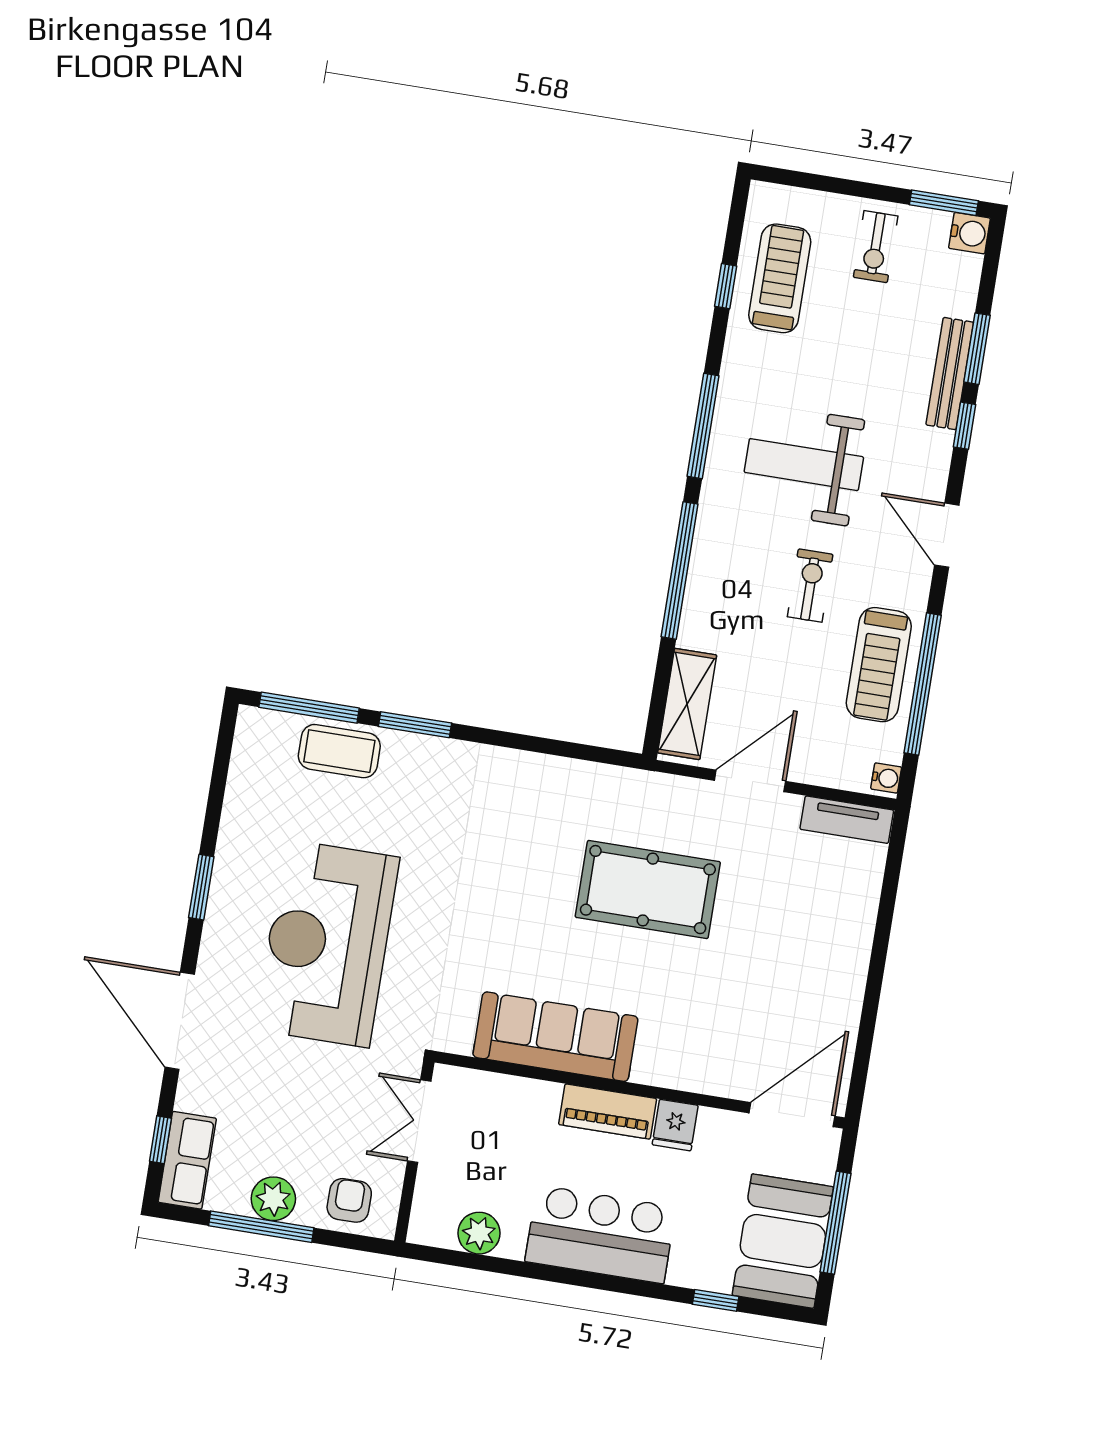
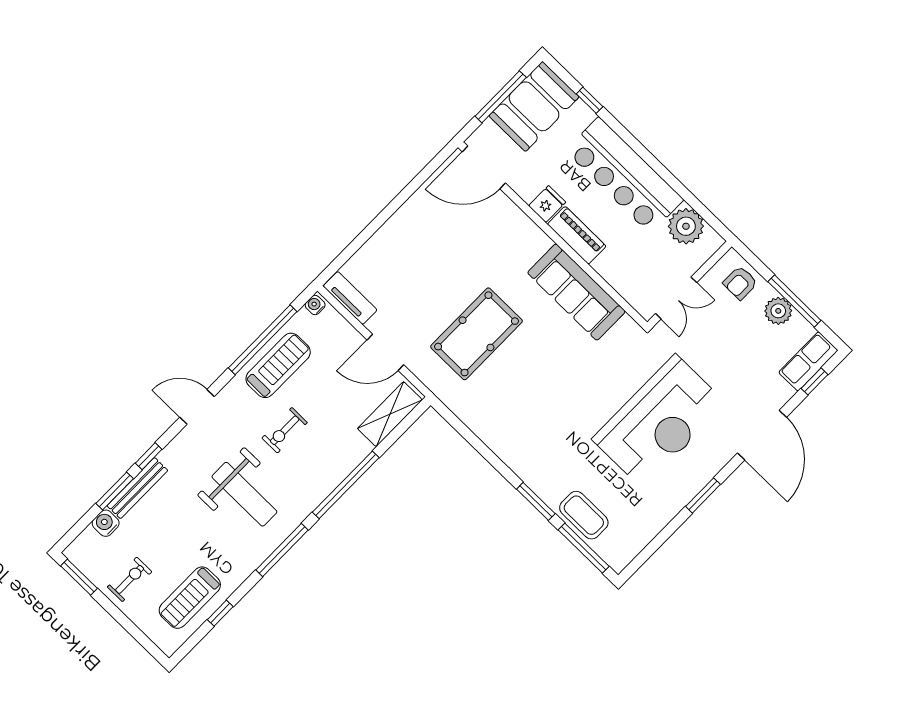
water cooler: (969, 233) -> (106, 523), moved
door: (947, 535) -> (197, 407), swing flipped
pool table: (648, 890) -> (476, 334), turned 90
plant: (479, 1233) -> (686, 226), width x1.36, depth x1.36
bar counter: (600, 1234) -> (624, 175), width x1.36

